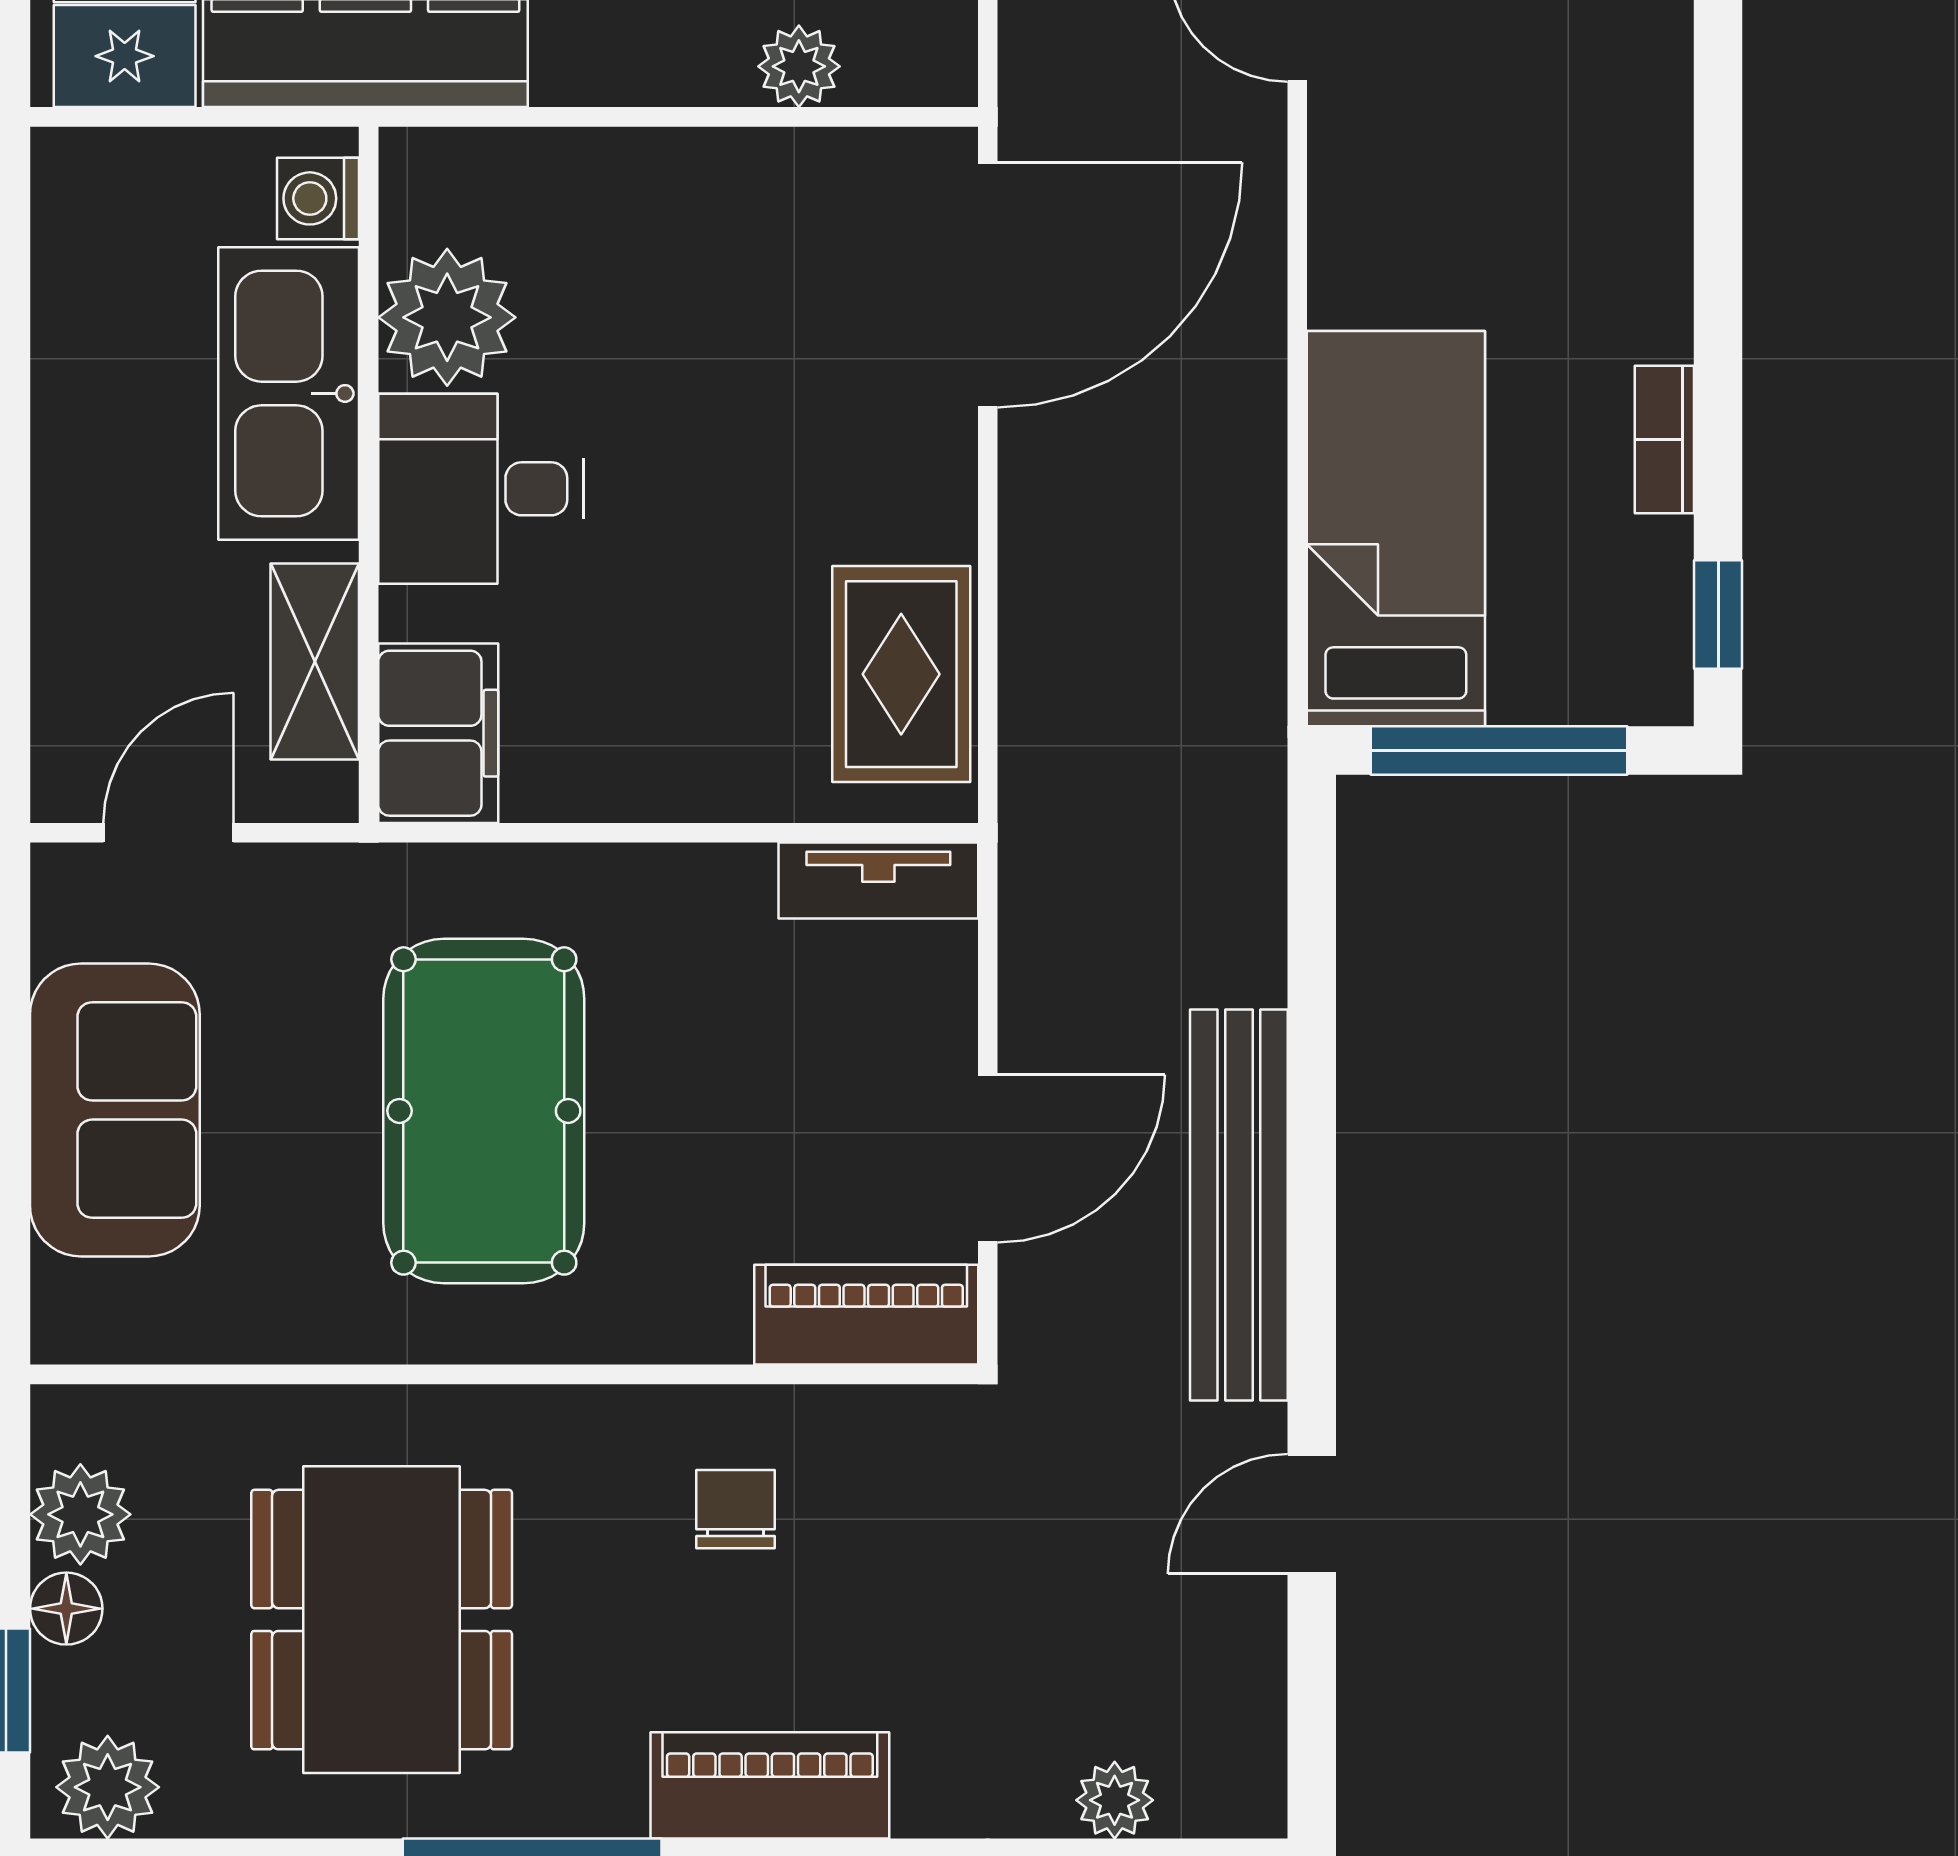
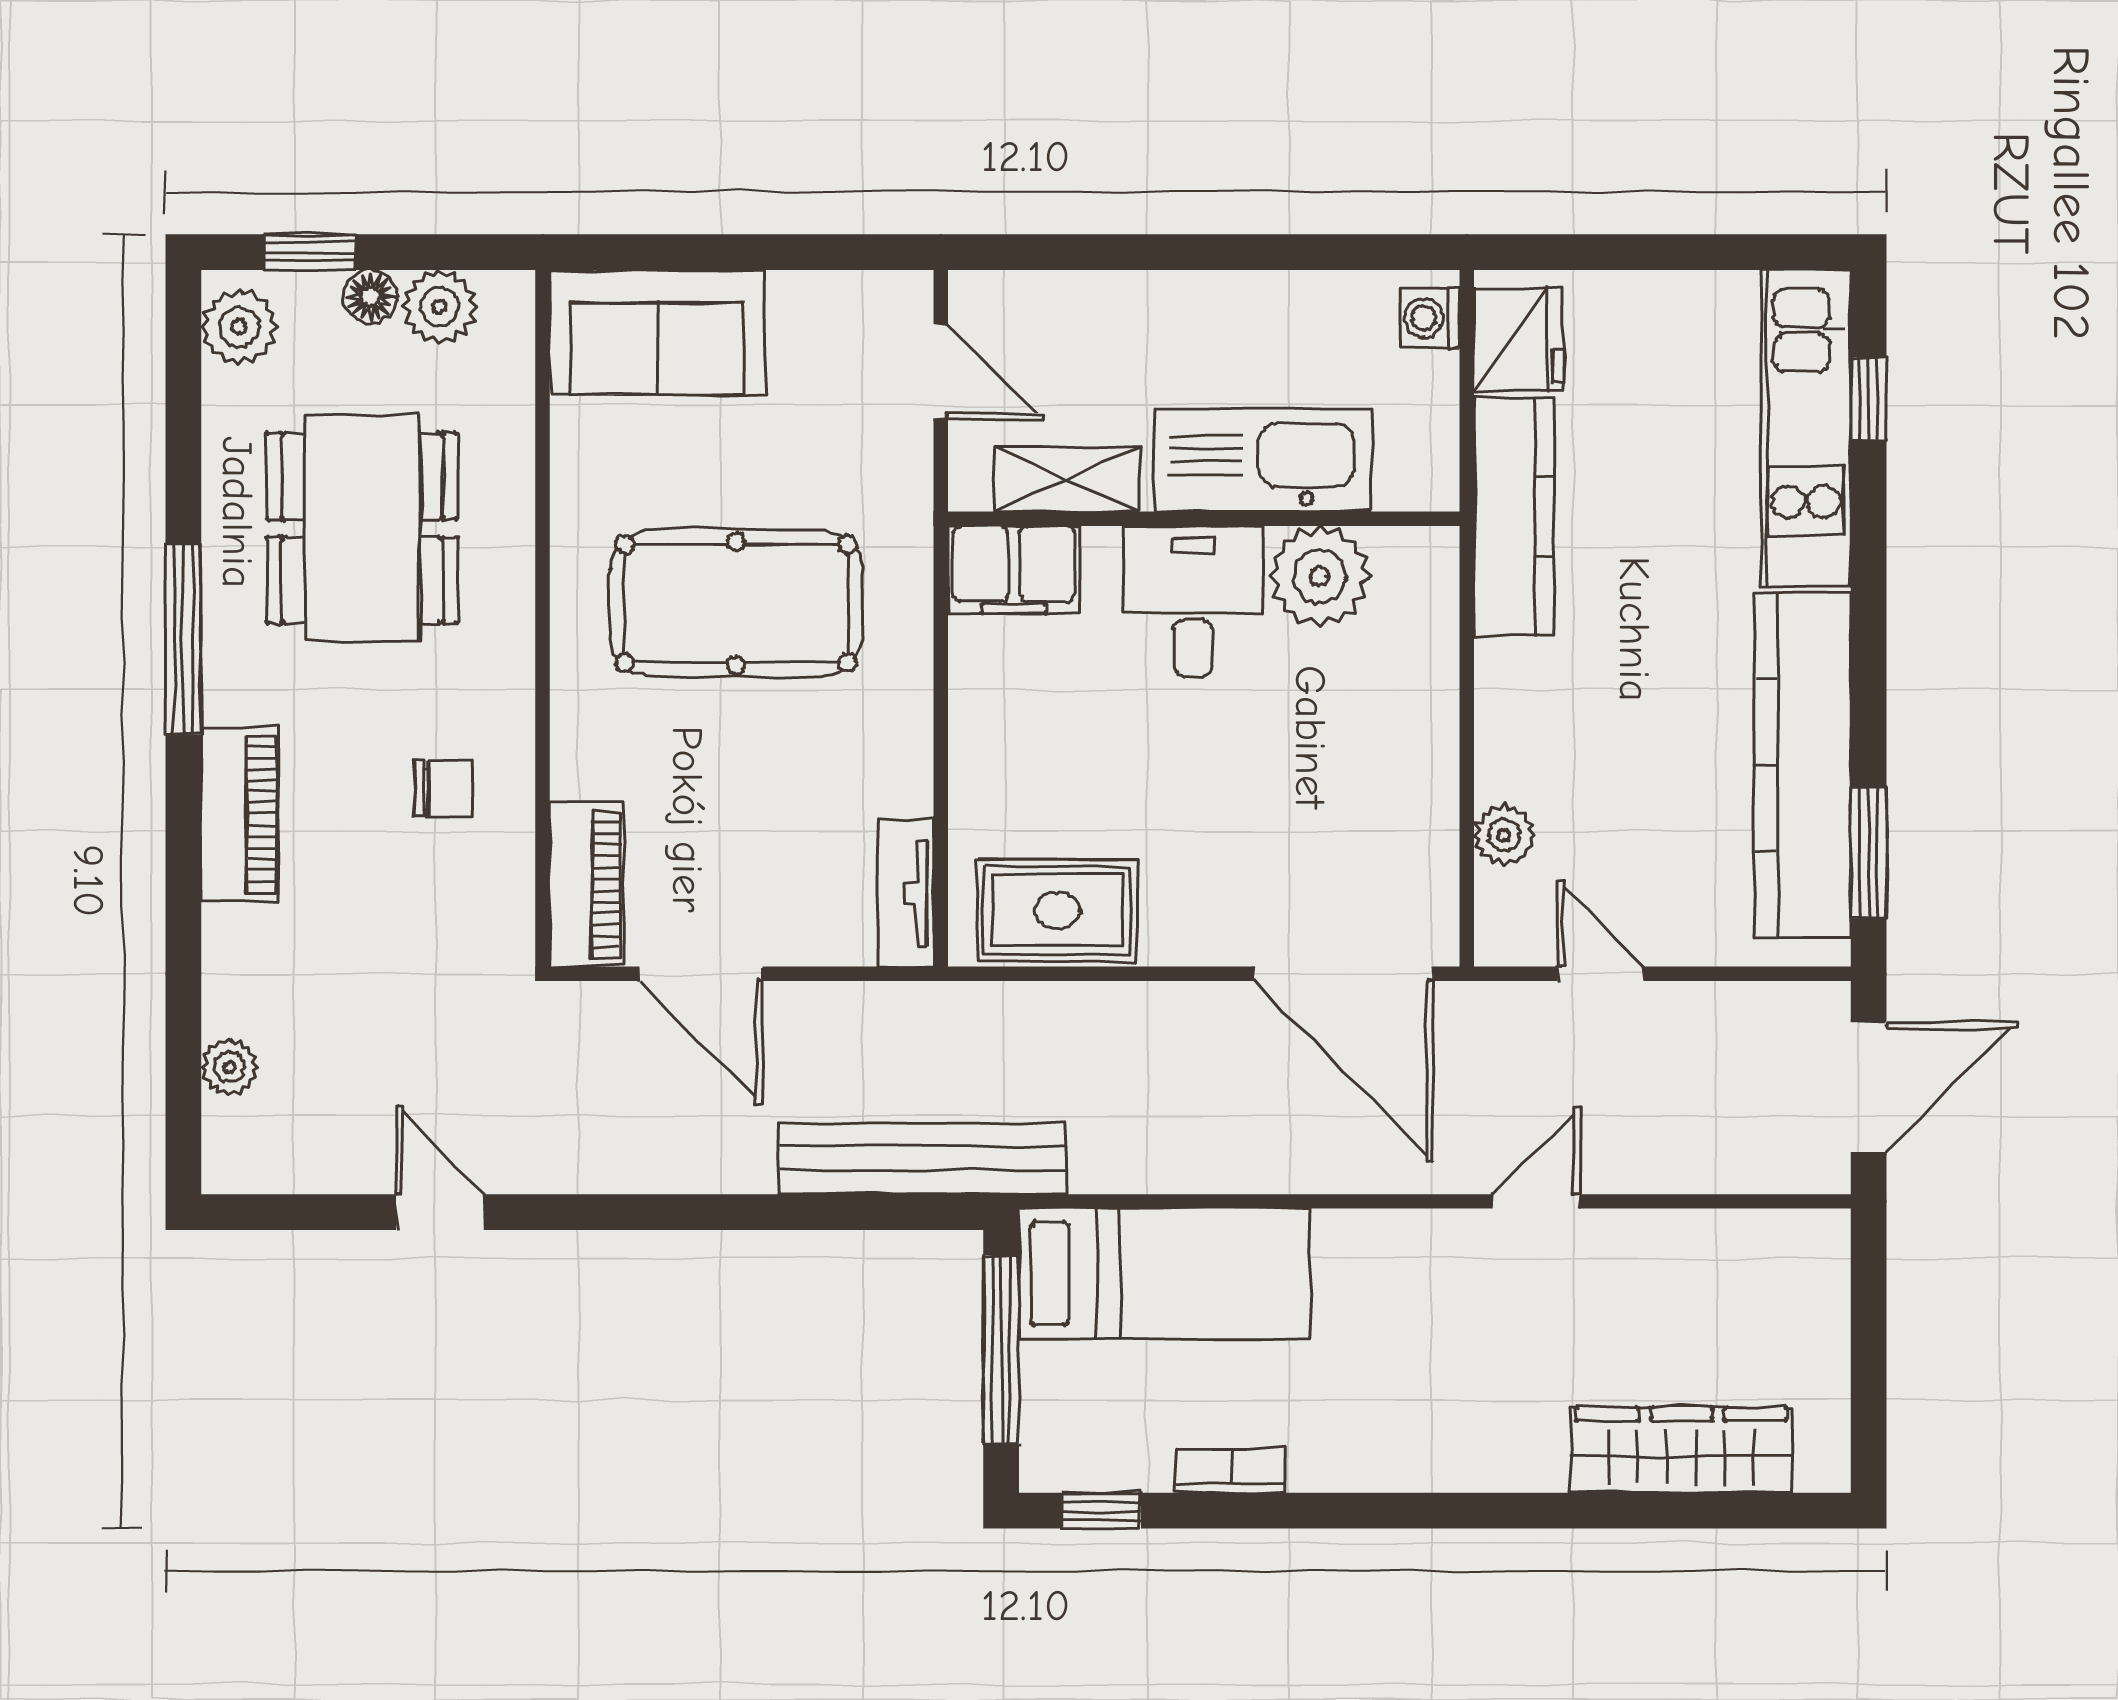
washing machine: (318, 198) -> (1430, 318), moved, turned -90
sofa: (115, 1110) -> (657, 332), moved
bench: (1239, 1205) -> (923, 1158), moved
dining table: (382, 1620) -> (362, 528), turned 90

